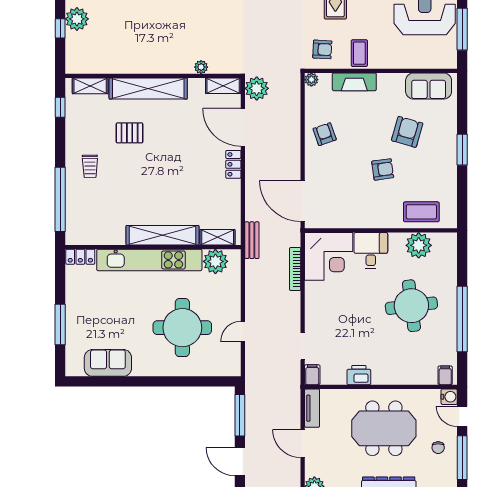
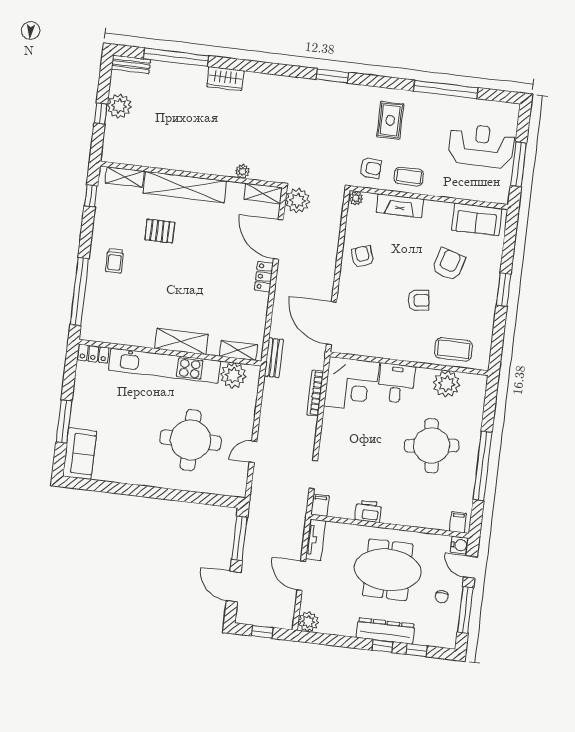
coffee table: (359, 53) -> (409, 177), turned 90
shelving: (163, 235) -> (181, 341), width x0.68
sofa: (108, 363) -> (80, 454), moved, turned 90

